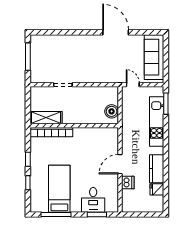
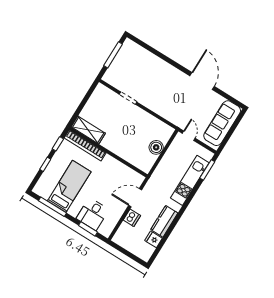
shelving: (46, 118) -> (88, 130), moved
wall: (74, 126) -> (108, 152), moved
bookcase: (51, 132) -> (85, 145), moved

